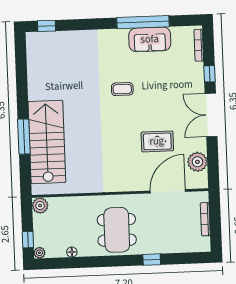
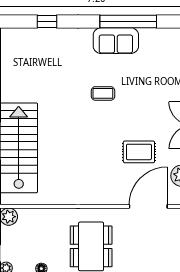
window: (47, 26) -> (47, 22), moved
sofa: (150, 39) -> (116, 41), moved

